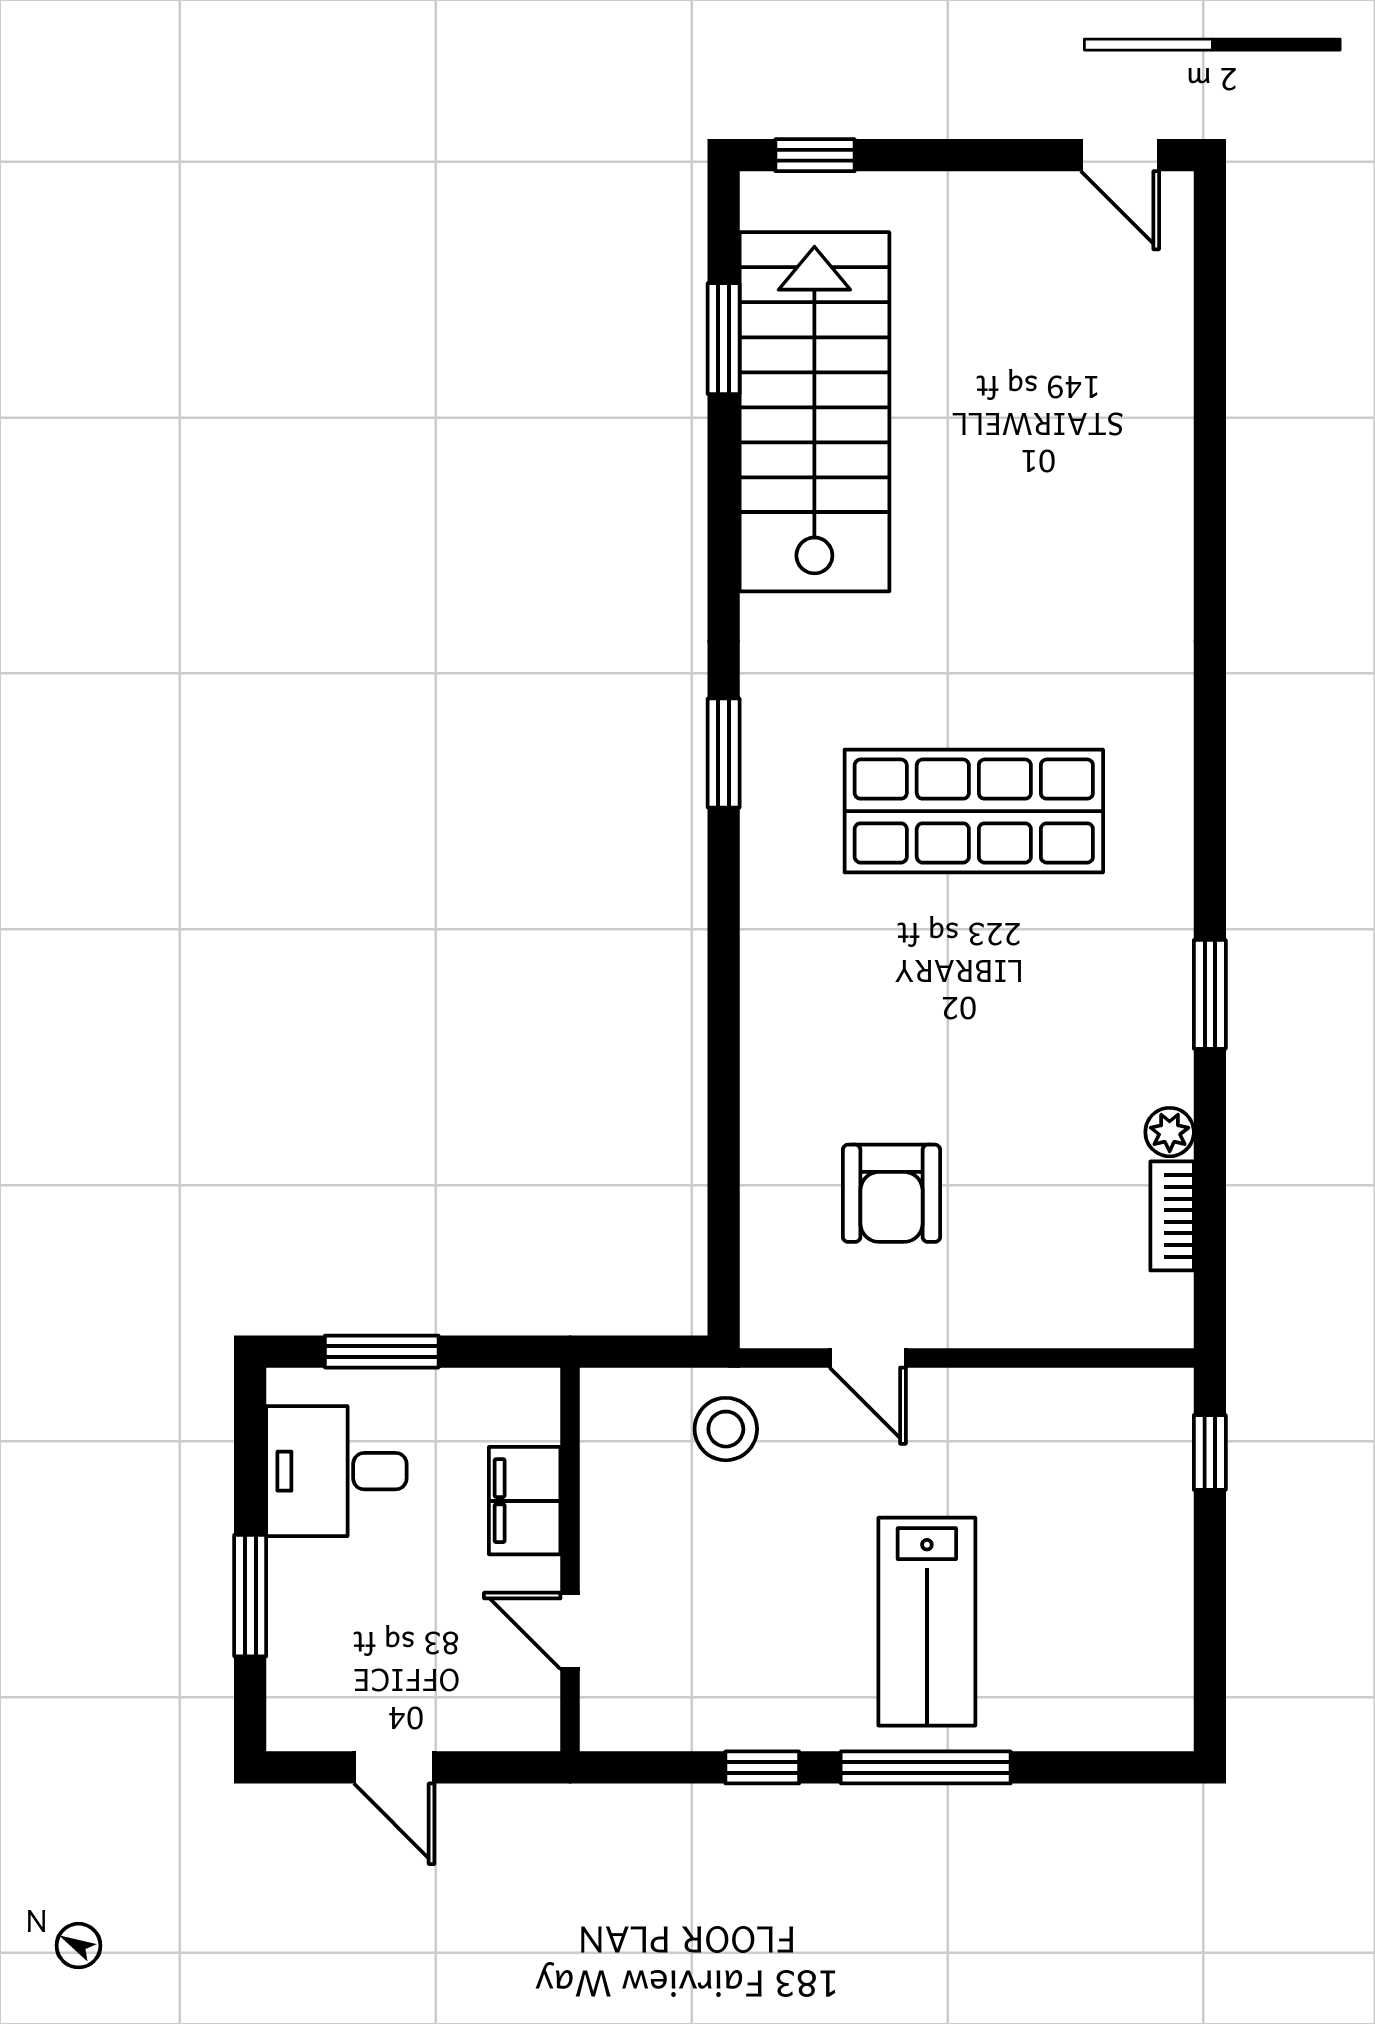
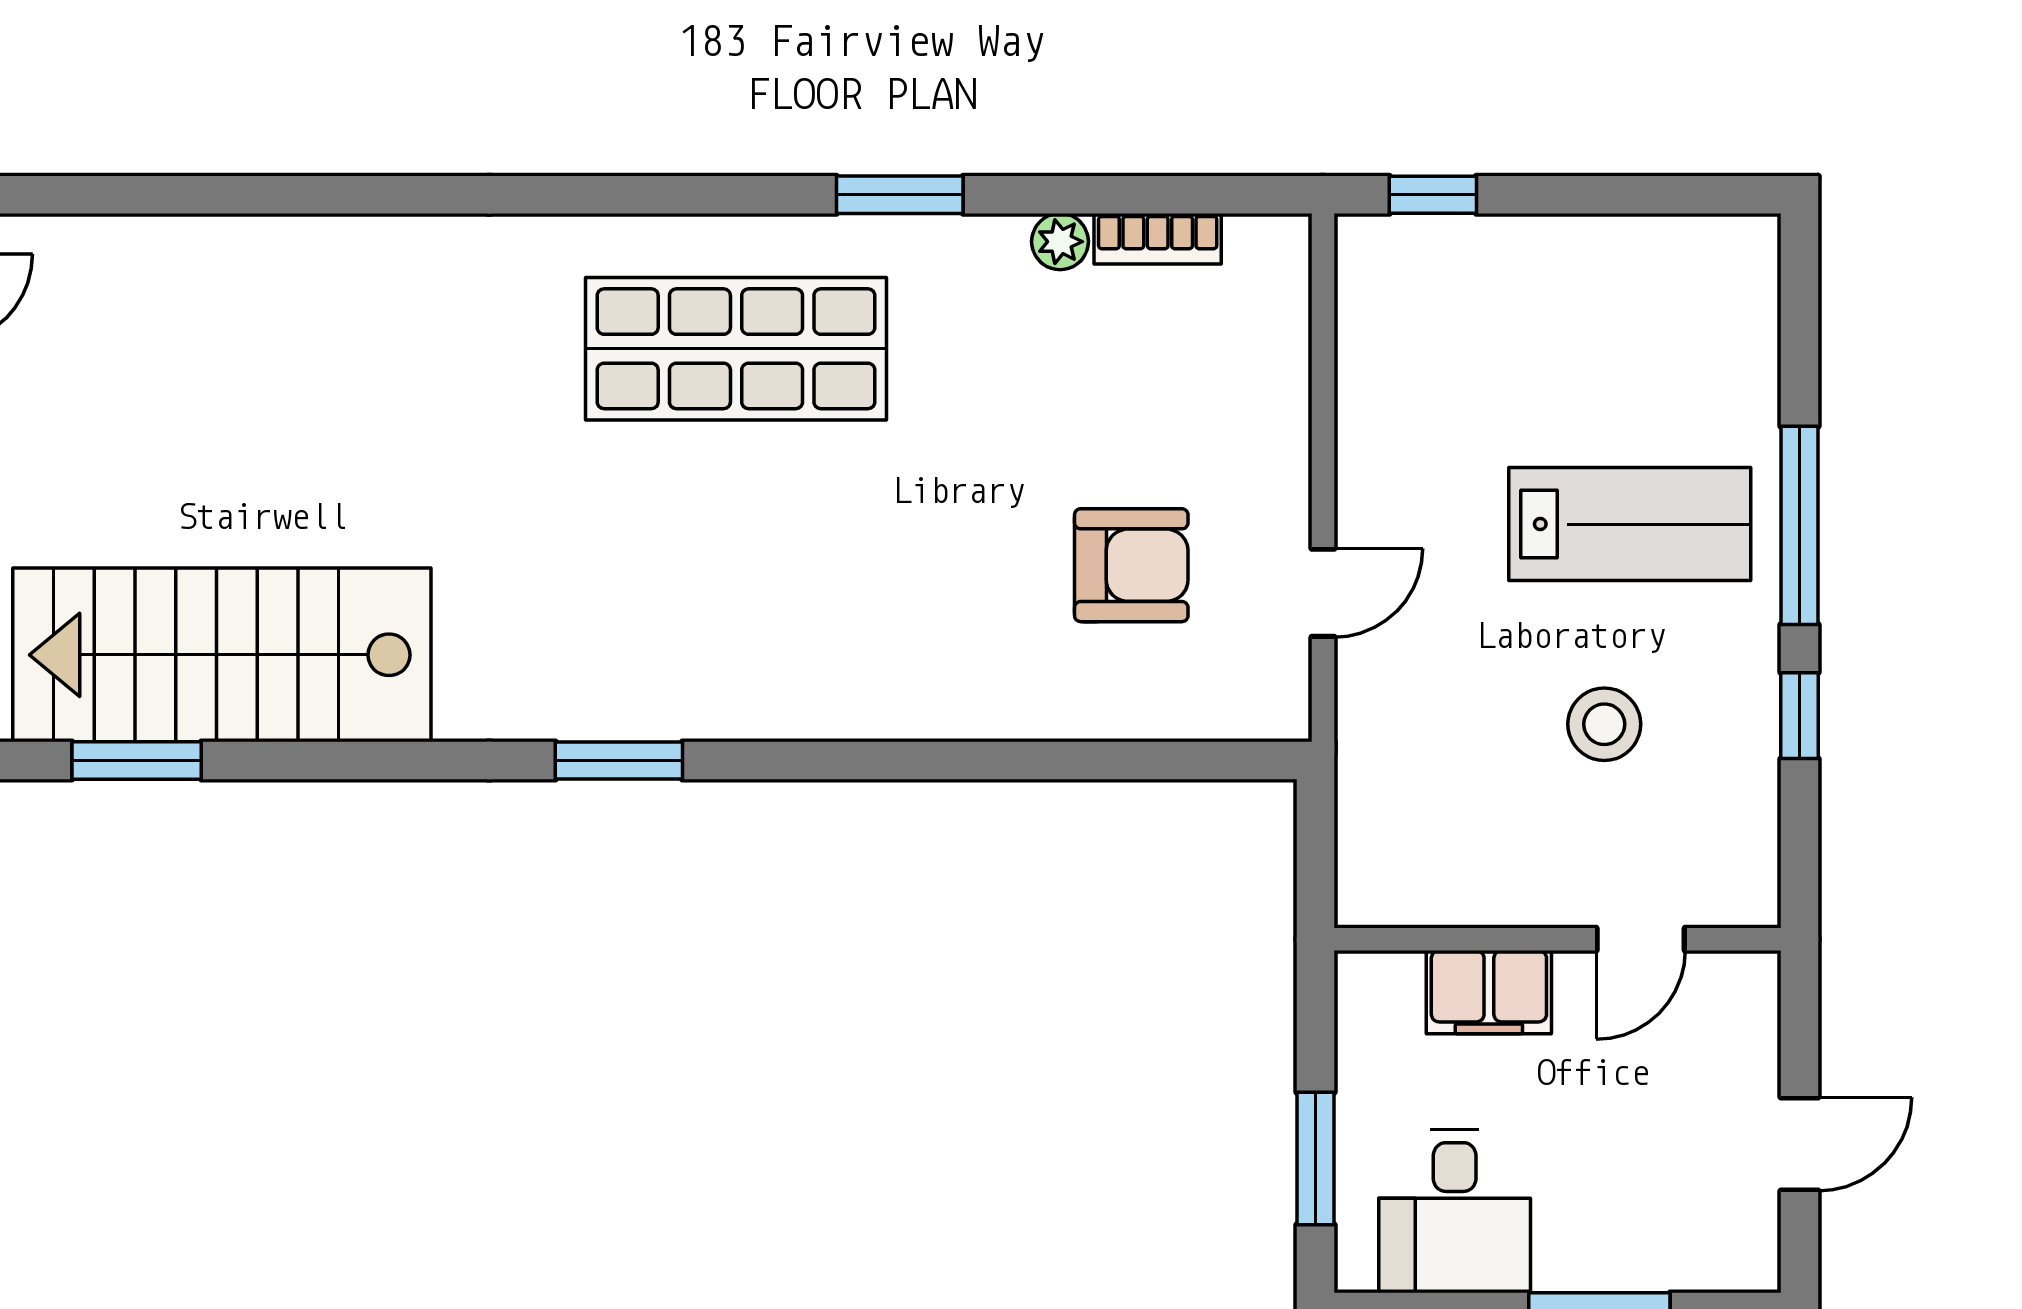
shop shelf: (974, 811) -> (736, 349), moved, turned 90
stool: (726, 1429) -> (1604, 724), moved

